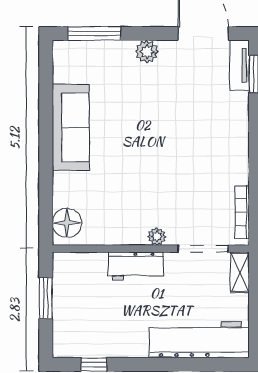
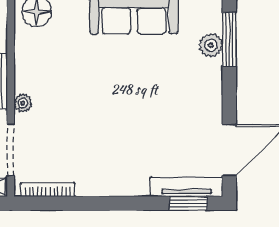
plant: (147, 52) -> (211, 45), moved
tv unit: (239, 65) -> (186, 187), width x1.41

